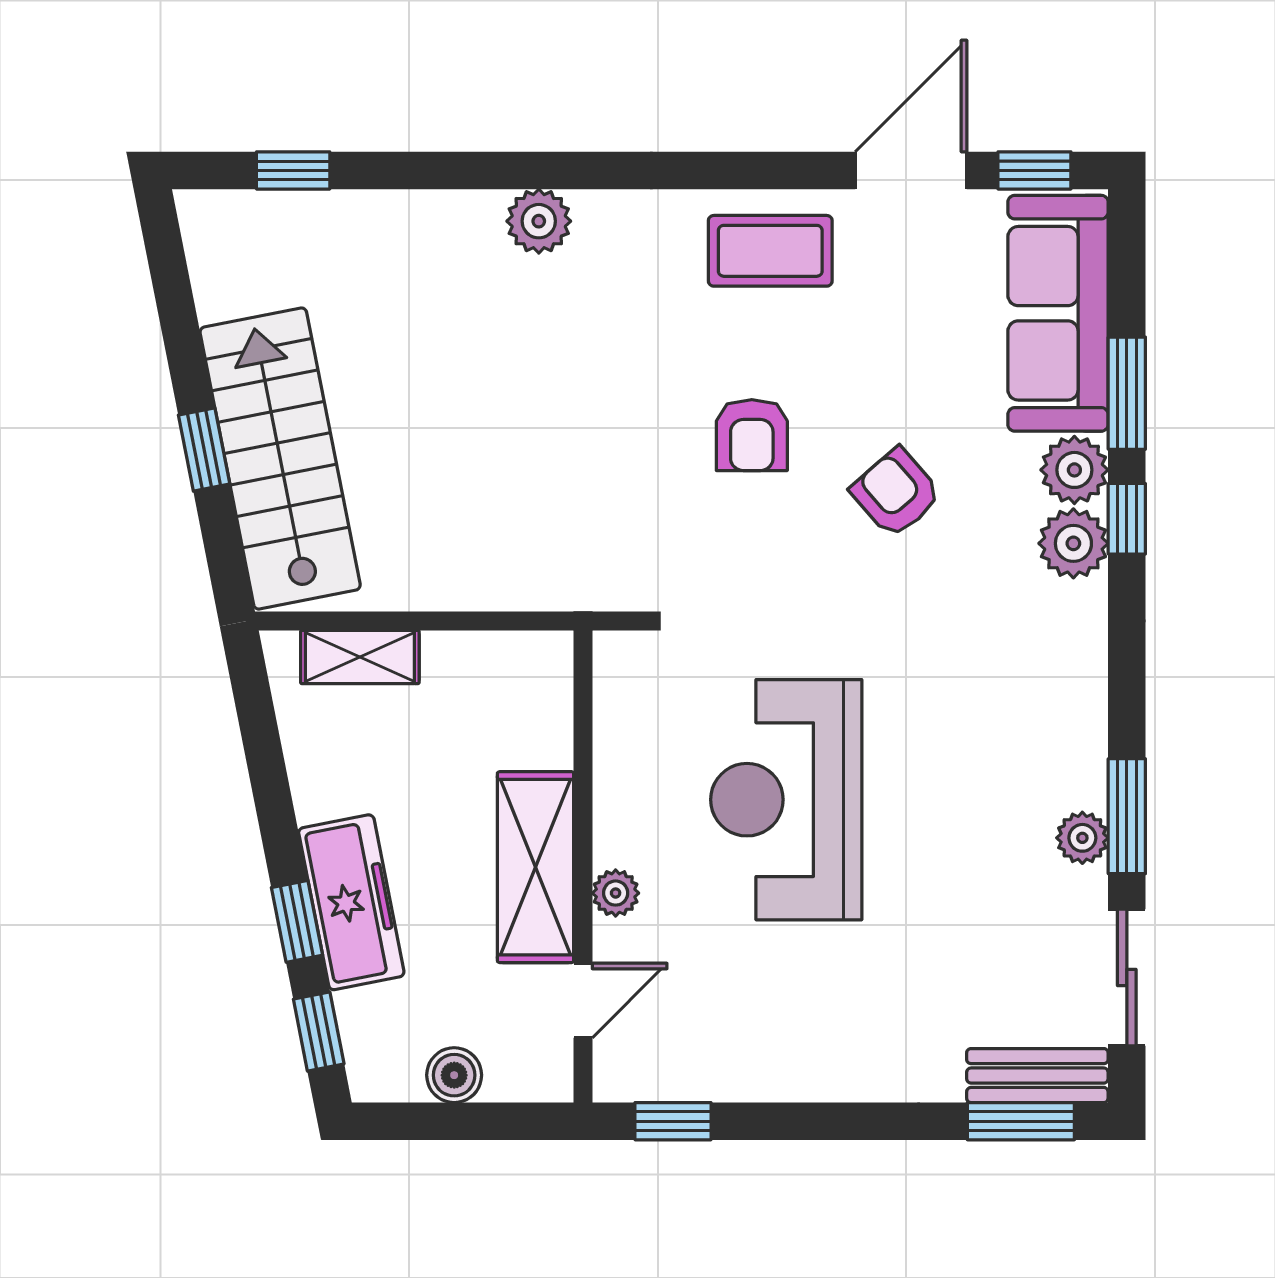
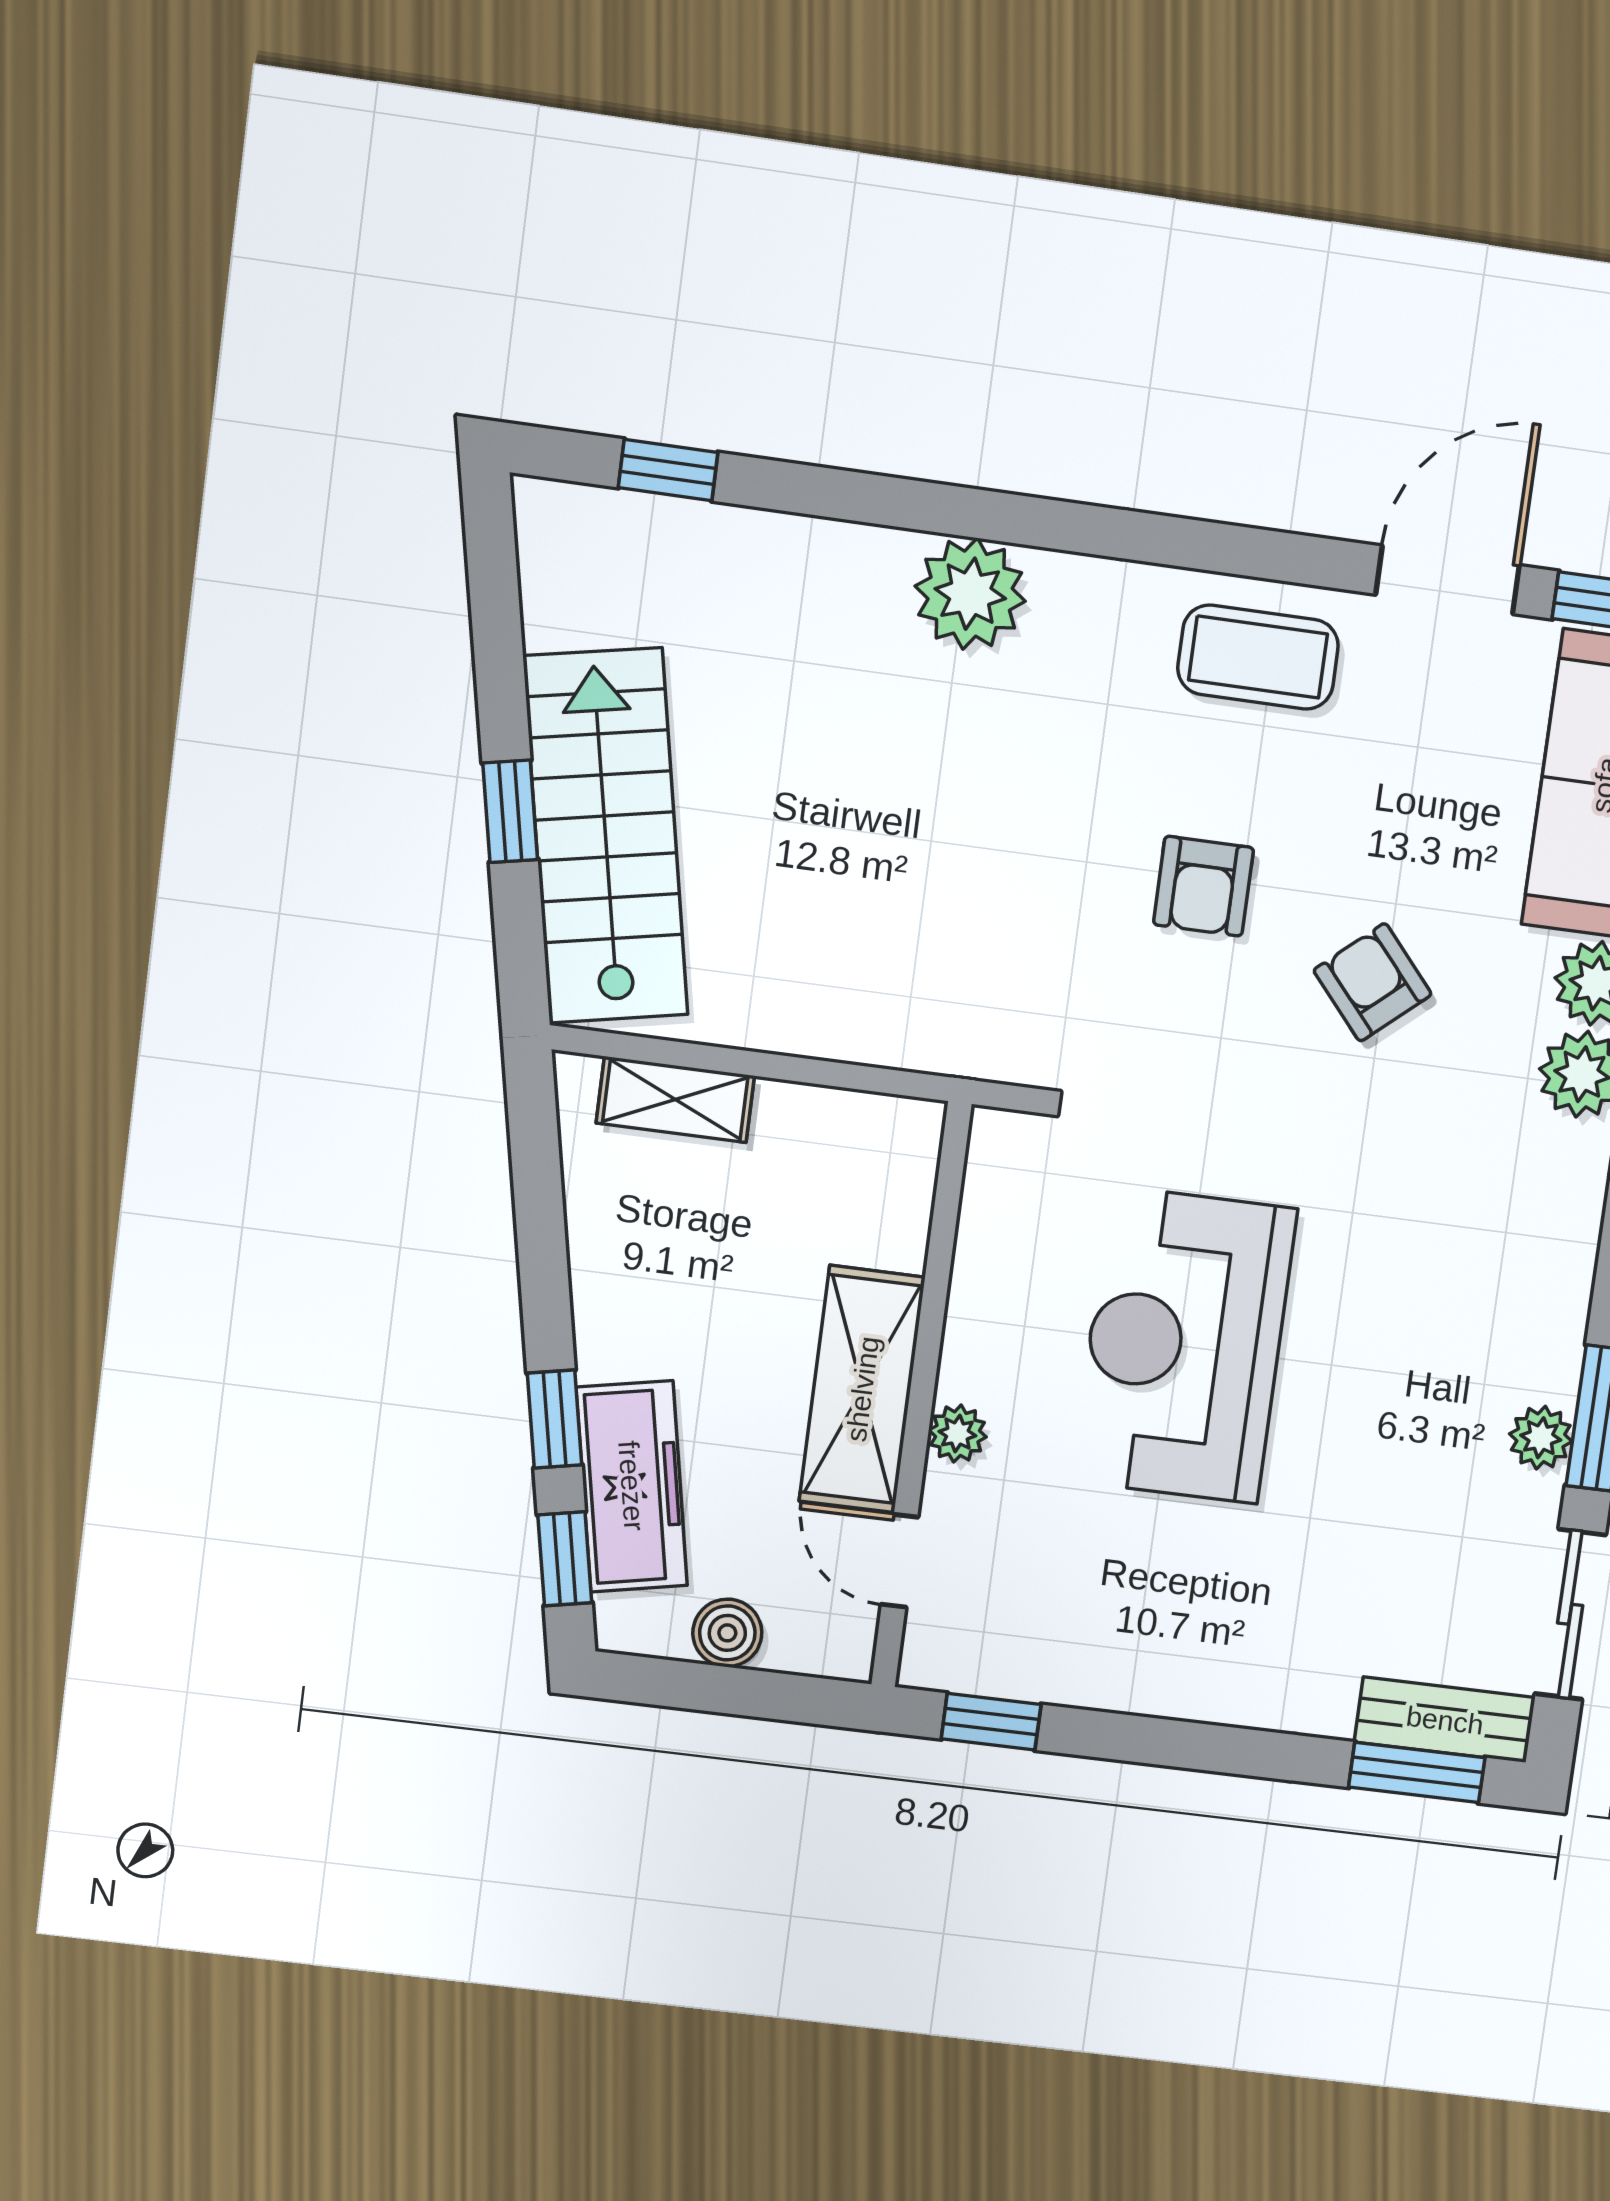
plant: (539, 221) -> (970, 594), width x1.36, depth x1.36
freezer: (351, 902) -> (632, 1486), moved
door: (583, 1001) -> (900, 1561), swing flipped

